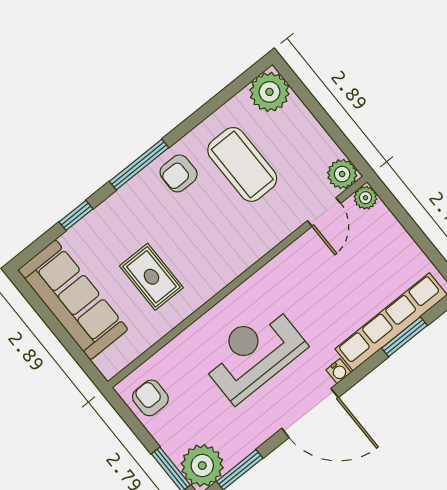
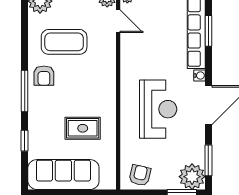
reception desk: (253, 353) -> (158, 109), turned 180
armchair: (150, 398) -> (140, 175), turned 103

